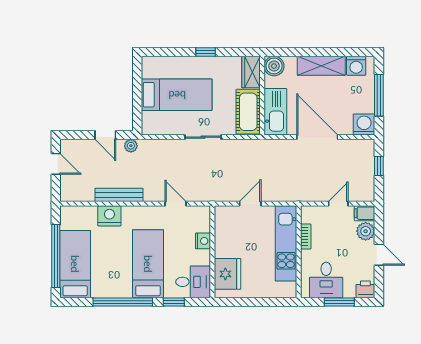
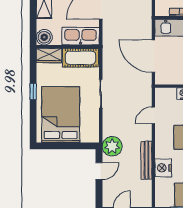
bed: (177, 95) -> (61, 115), width x1.50
plant: (131, 146) -> (112, 146), width x1.88, depth x1.88
door: (250, 204) -> (153, 56), width x1.87

